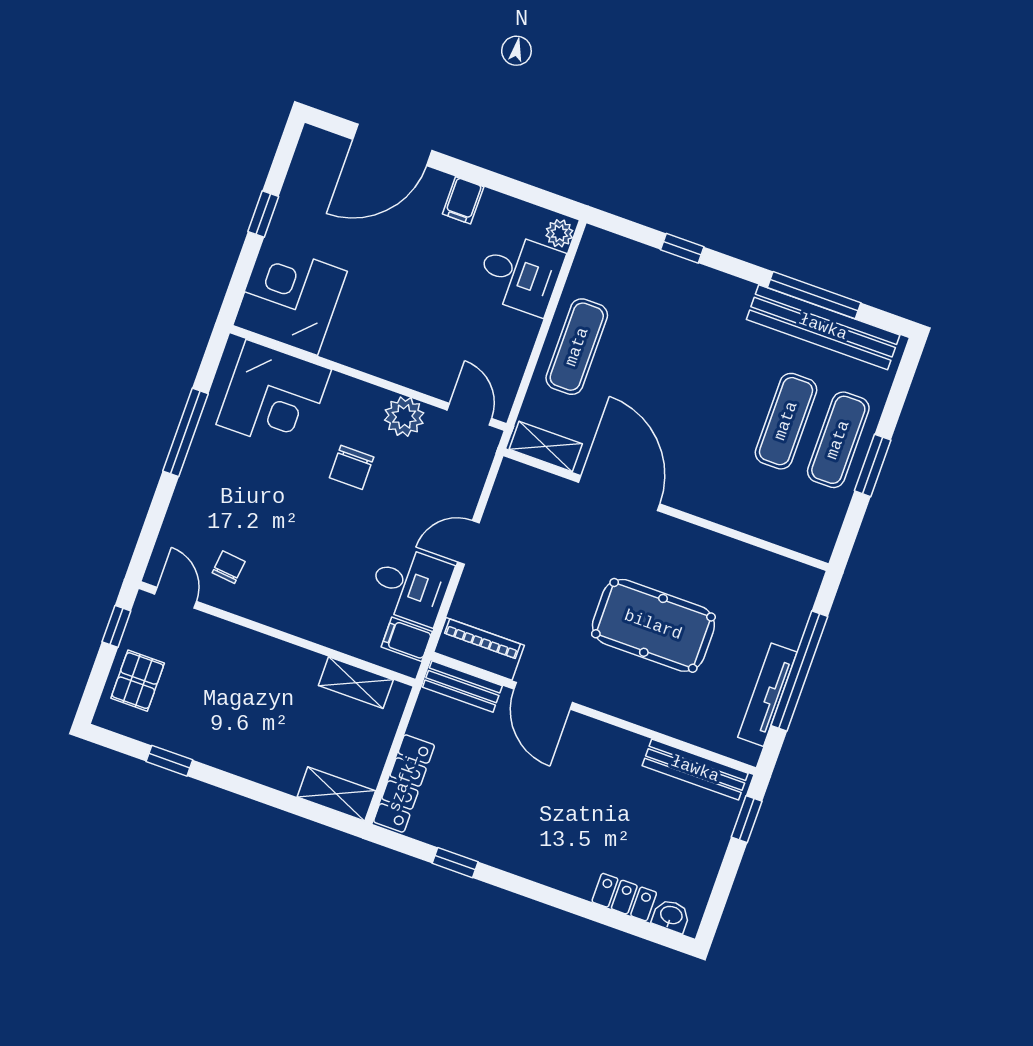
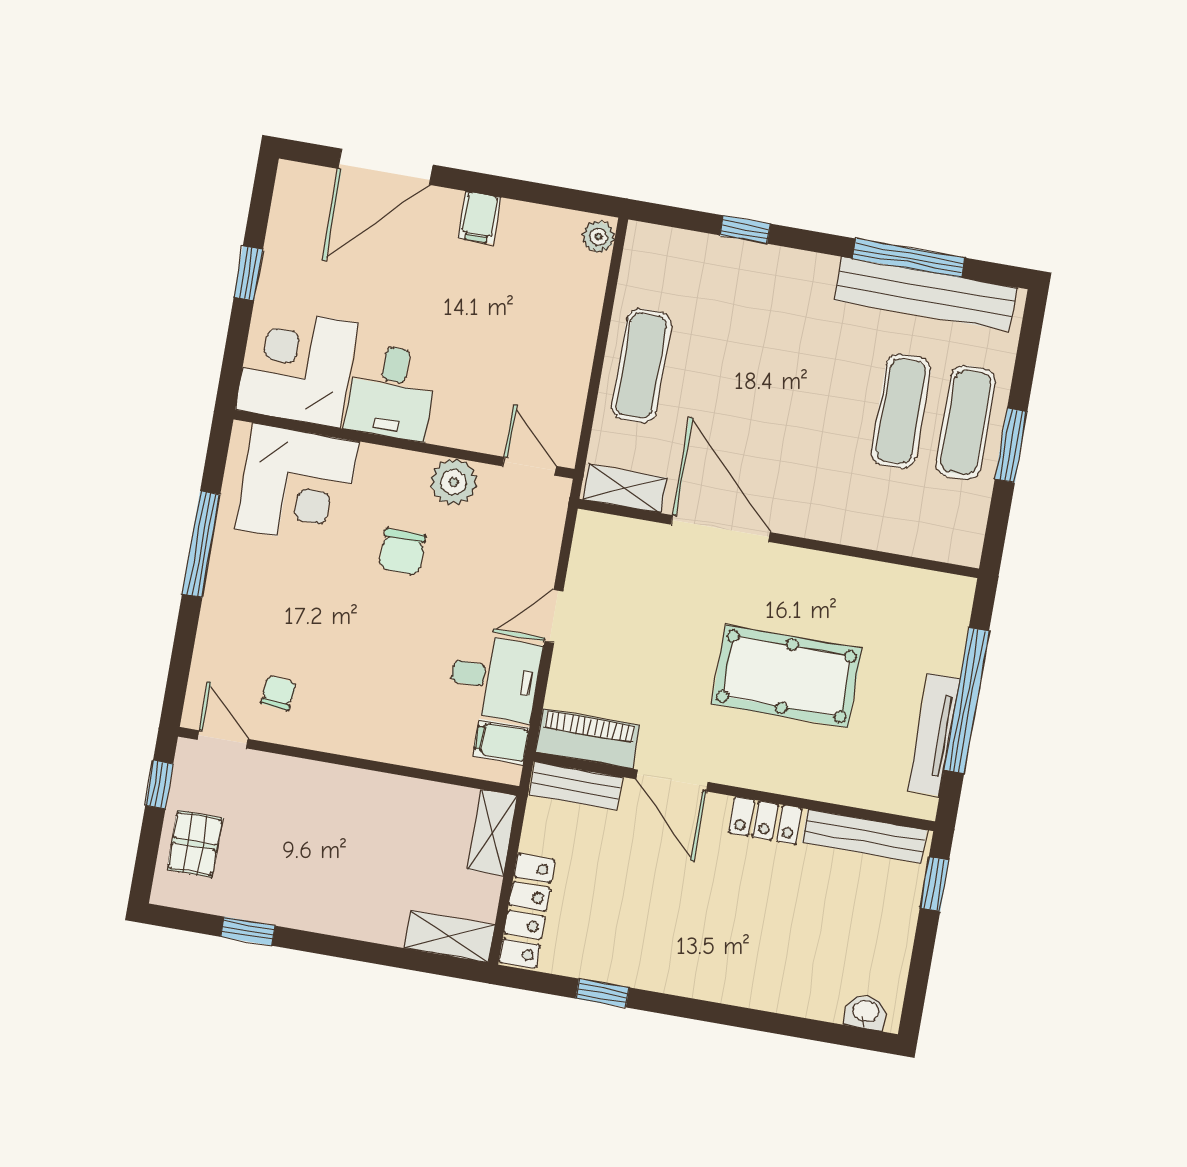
desk: (520, 274) -> (391, 392), moved, turned 90
shelving: (356, 683) -> (493, 833), moved, turned 90
locker: (624, 897) -> (765, 821), moved, turned 180

